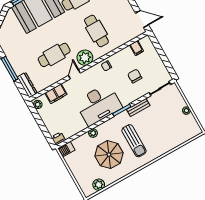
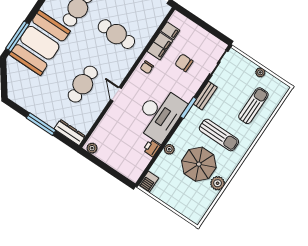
plant: (85, 58) -> (118, 70), removed
filing cabinet: (56, 94) -> (160, 46), moved
sun lounger: (169, 132) -> (253, 106), added
printer: (58, 139) -> (152, 148), moved
plant: (99, 185) -> (218, 183), moved

